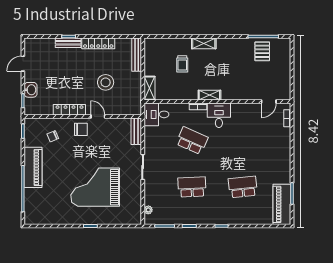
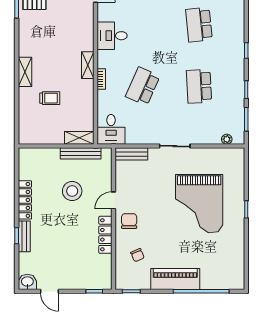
bench: (137, 55) -> (81, 153), moved
washbasin: (31, 90) -> (27, 282), moved
desk: (219, 115) -> (112, 36), moved

